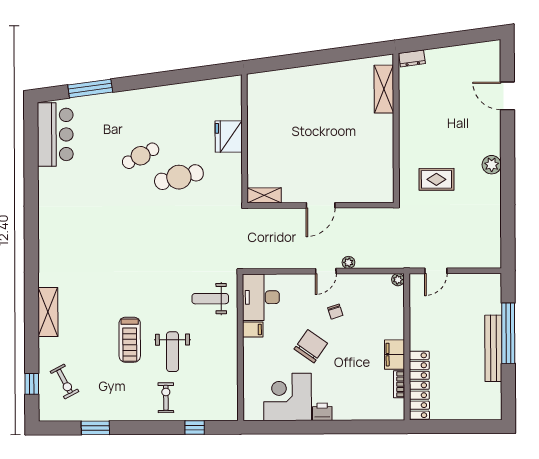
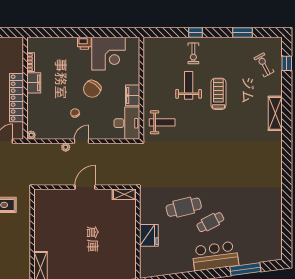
bar counter: (55, 134) -> (215, 256), moved, turned 82
filing cabinet: (253, 330) -> (133, 95), width x2.00
locker: (419, 385) -> (17, 98), moved
window: (195, 428) -> (196, 32), moved

